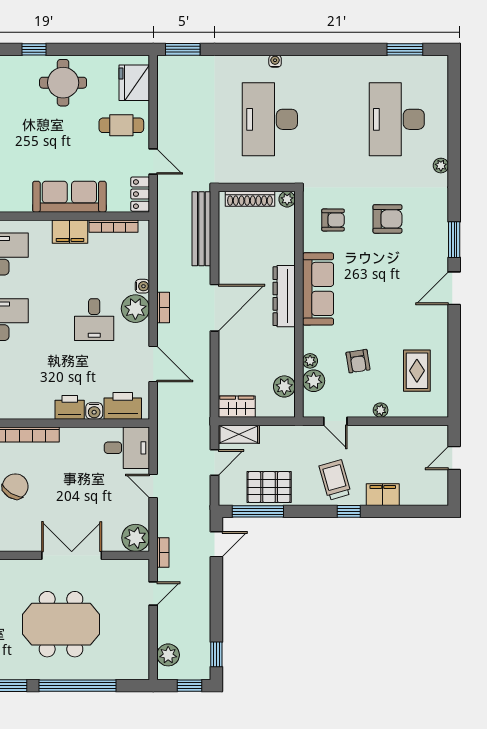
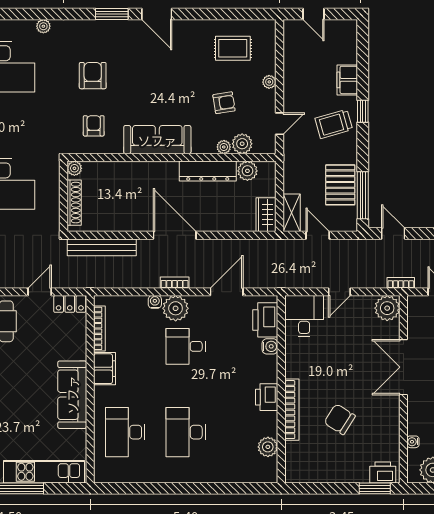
sofa: (69, 197) -> (72, 395), moved
dresser: (284, 296) -> (208, 171), moved
desk: (94, 320) -> (186, 346), turned 180
printer: (70, 407) -> (267, 397), moved

